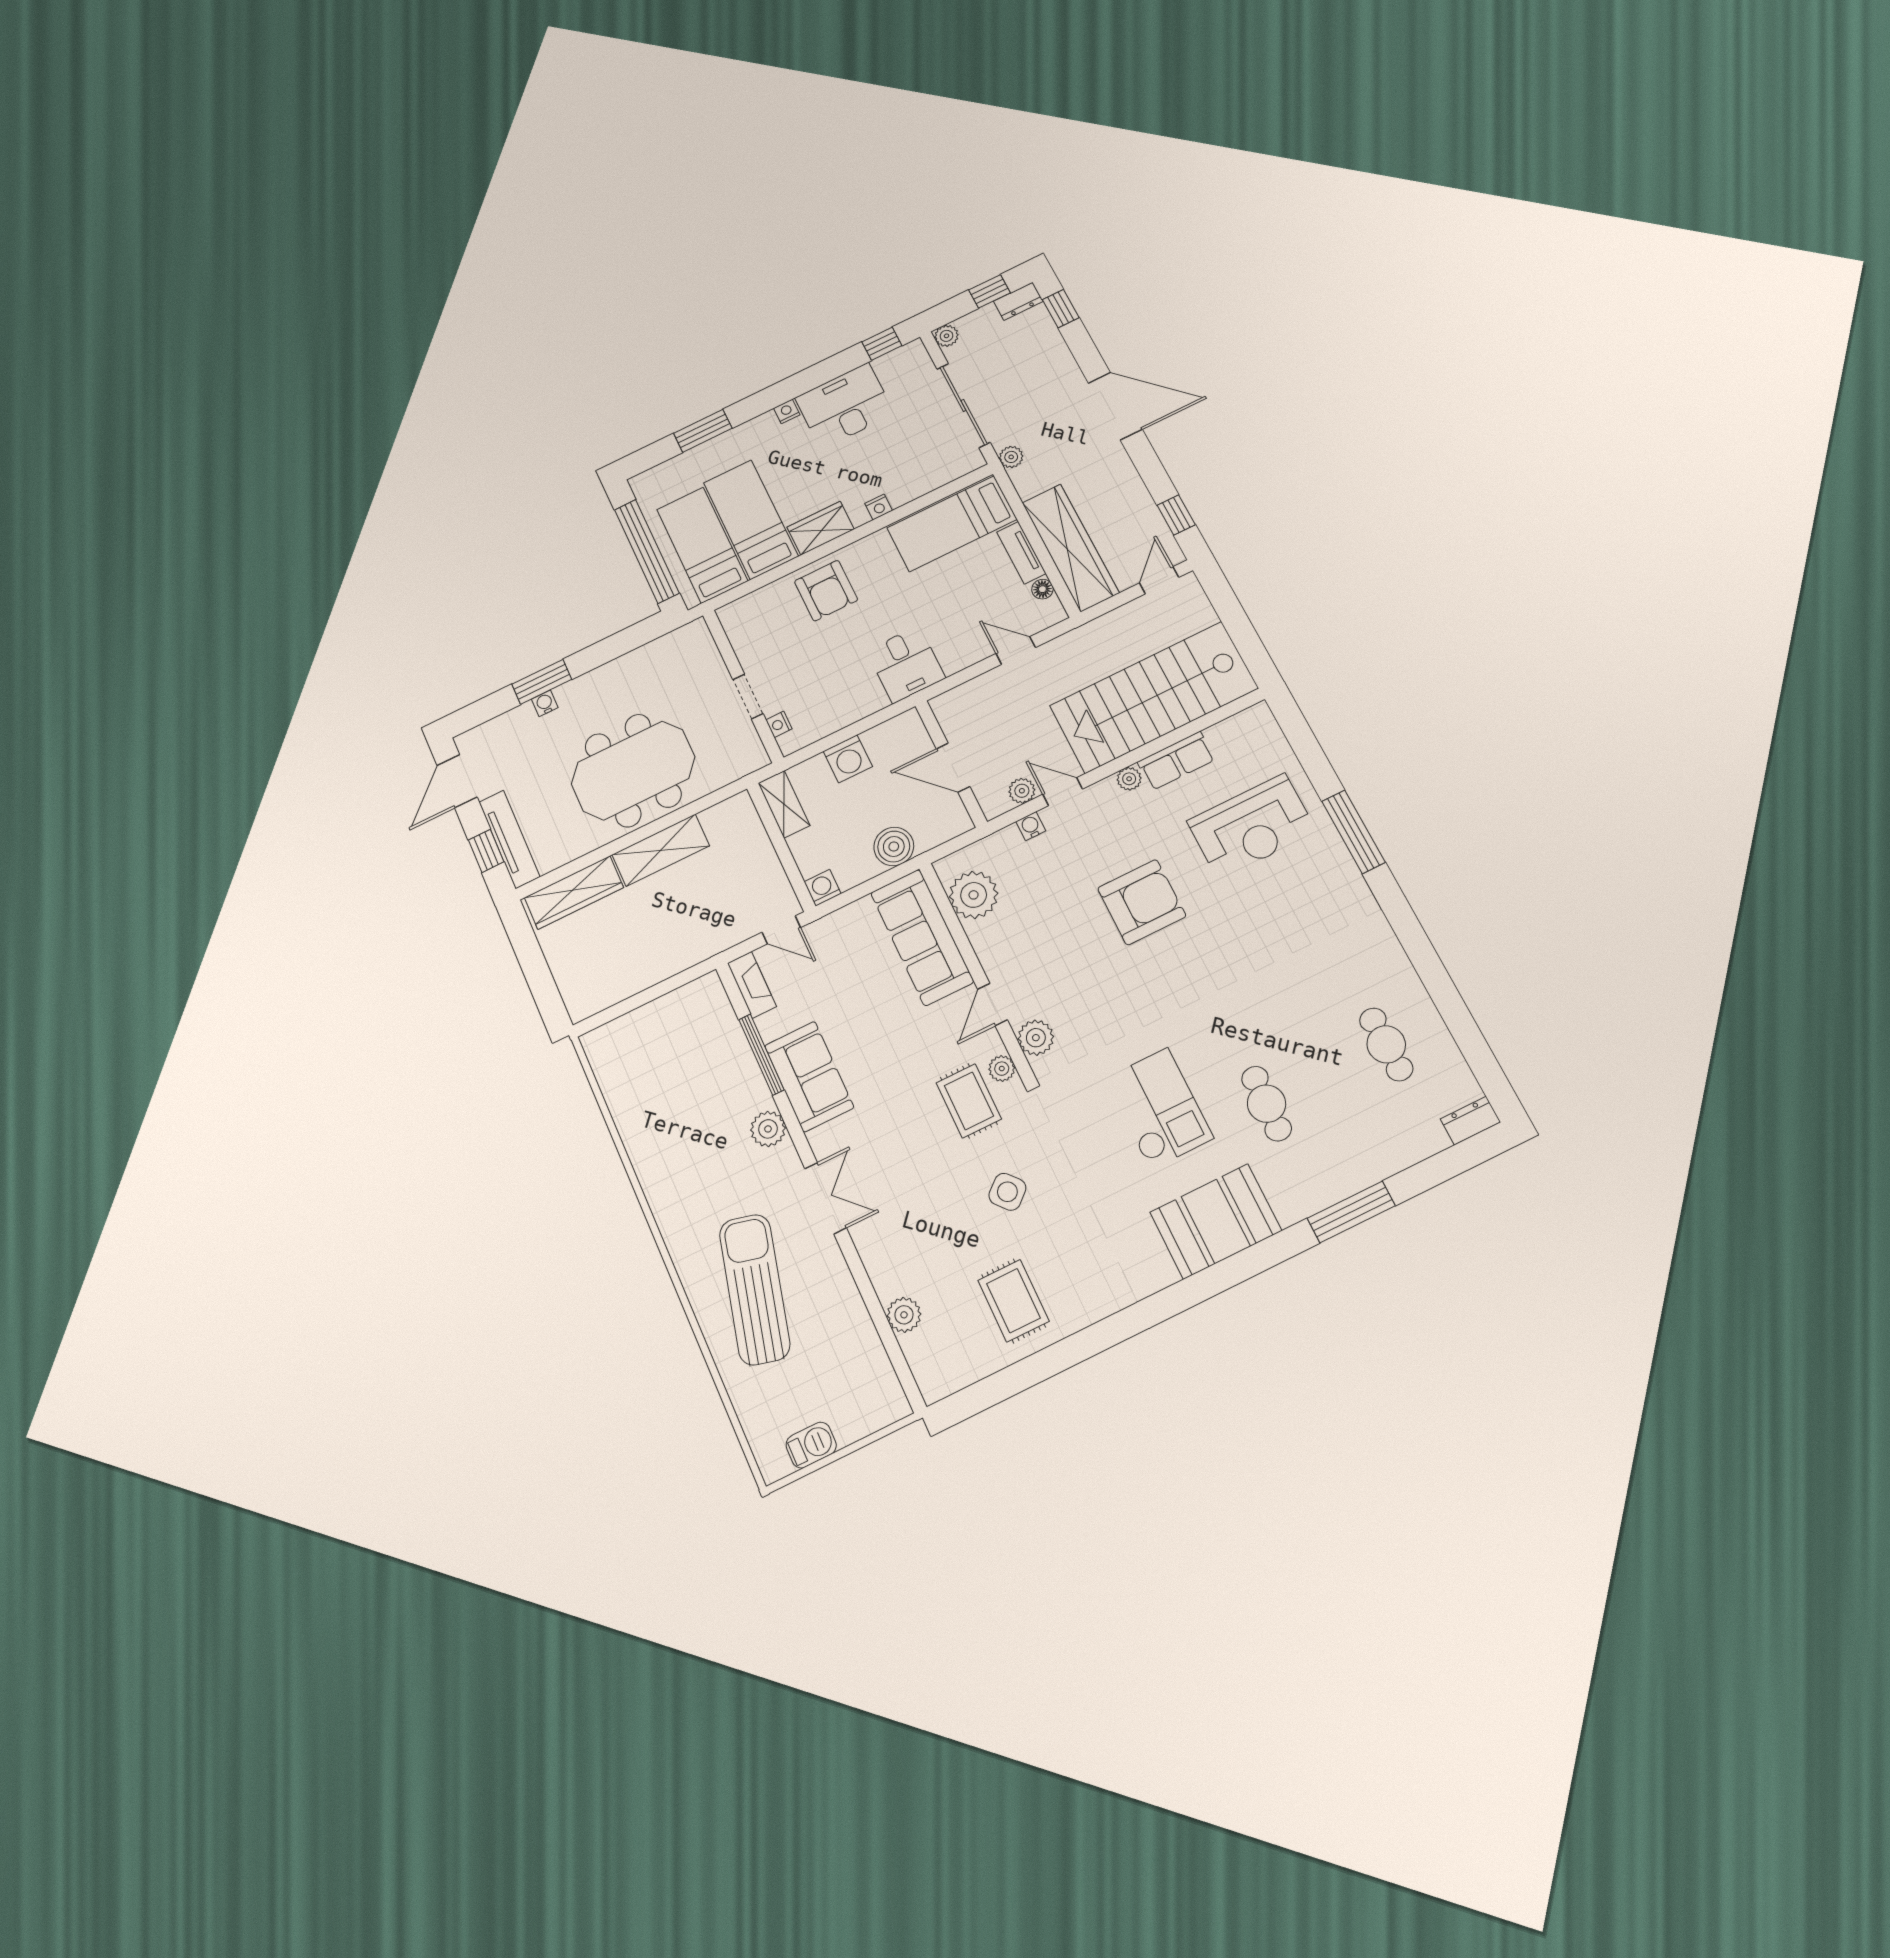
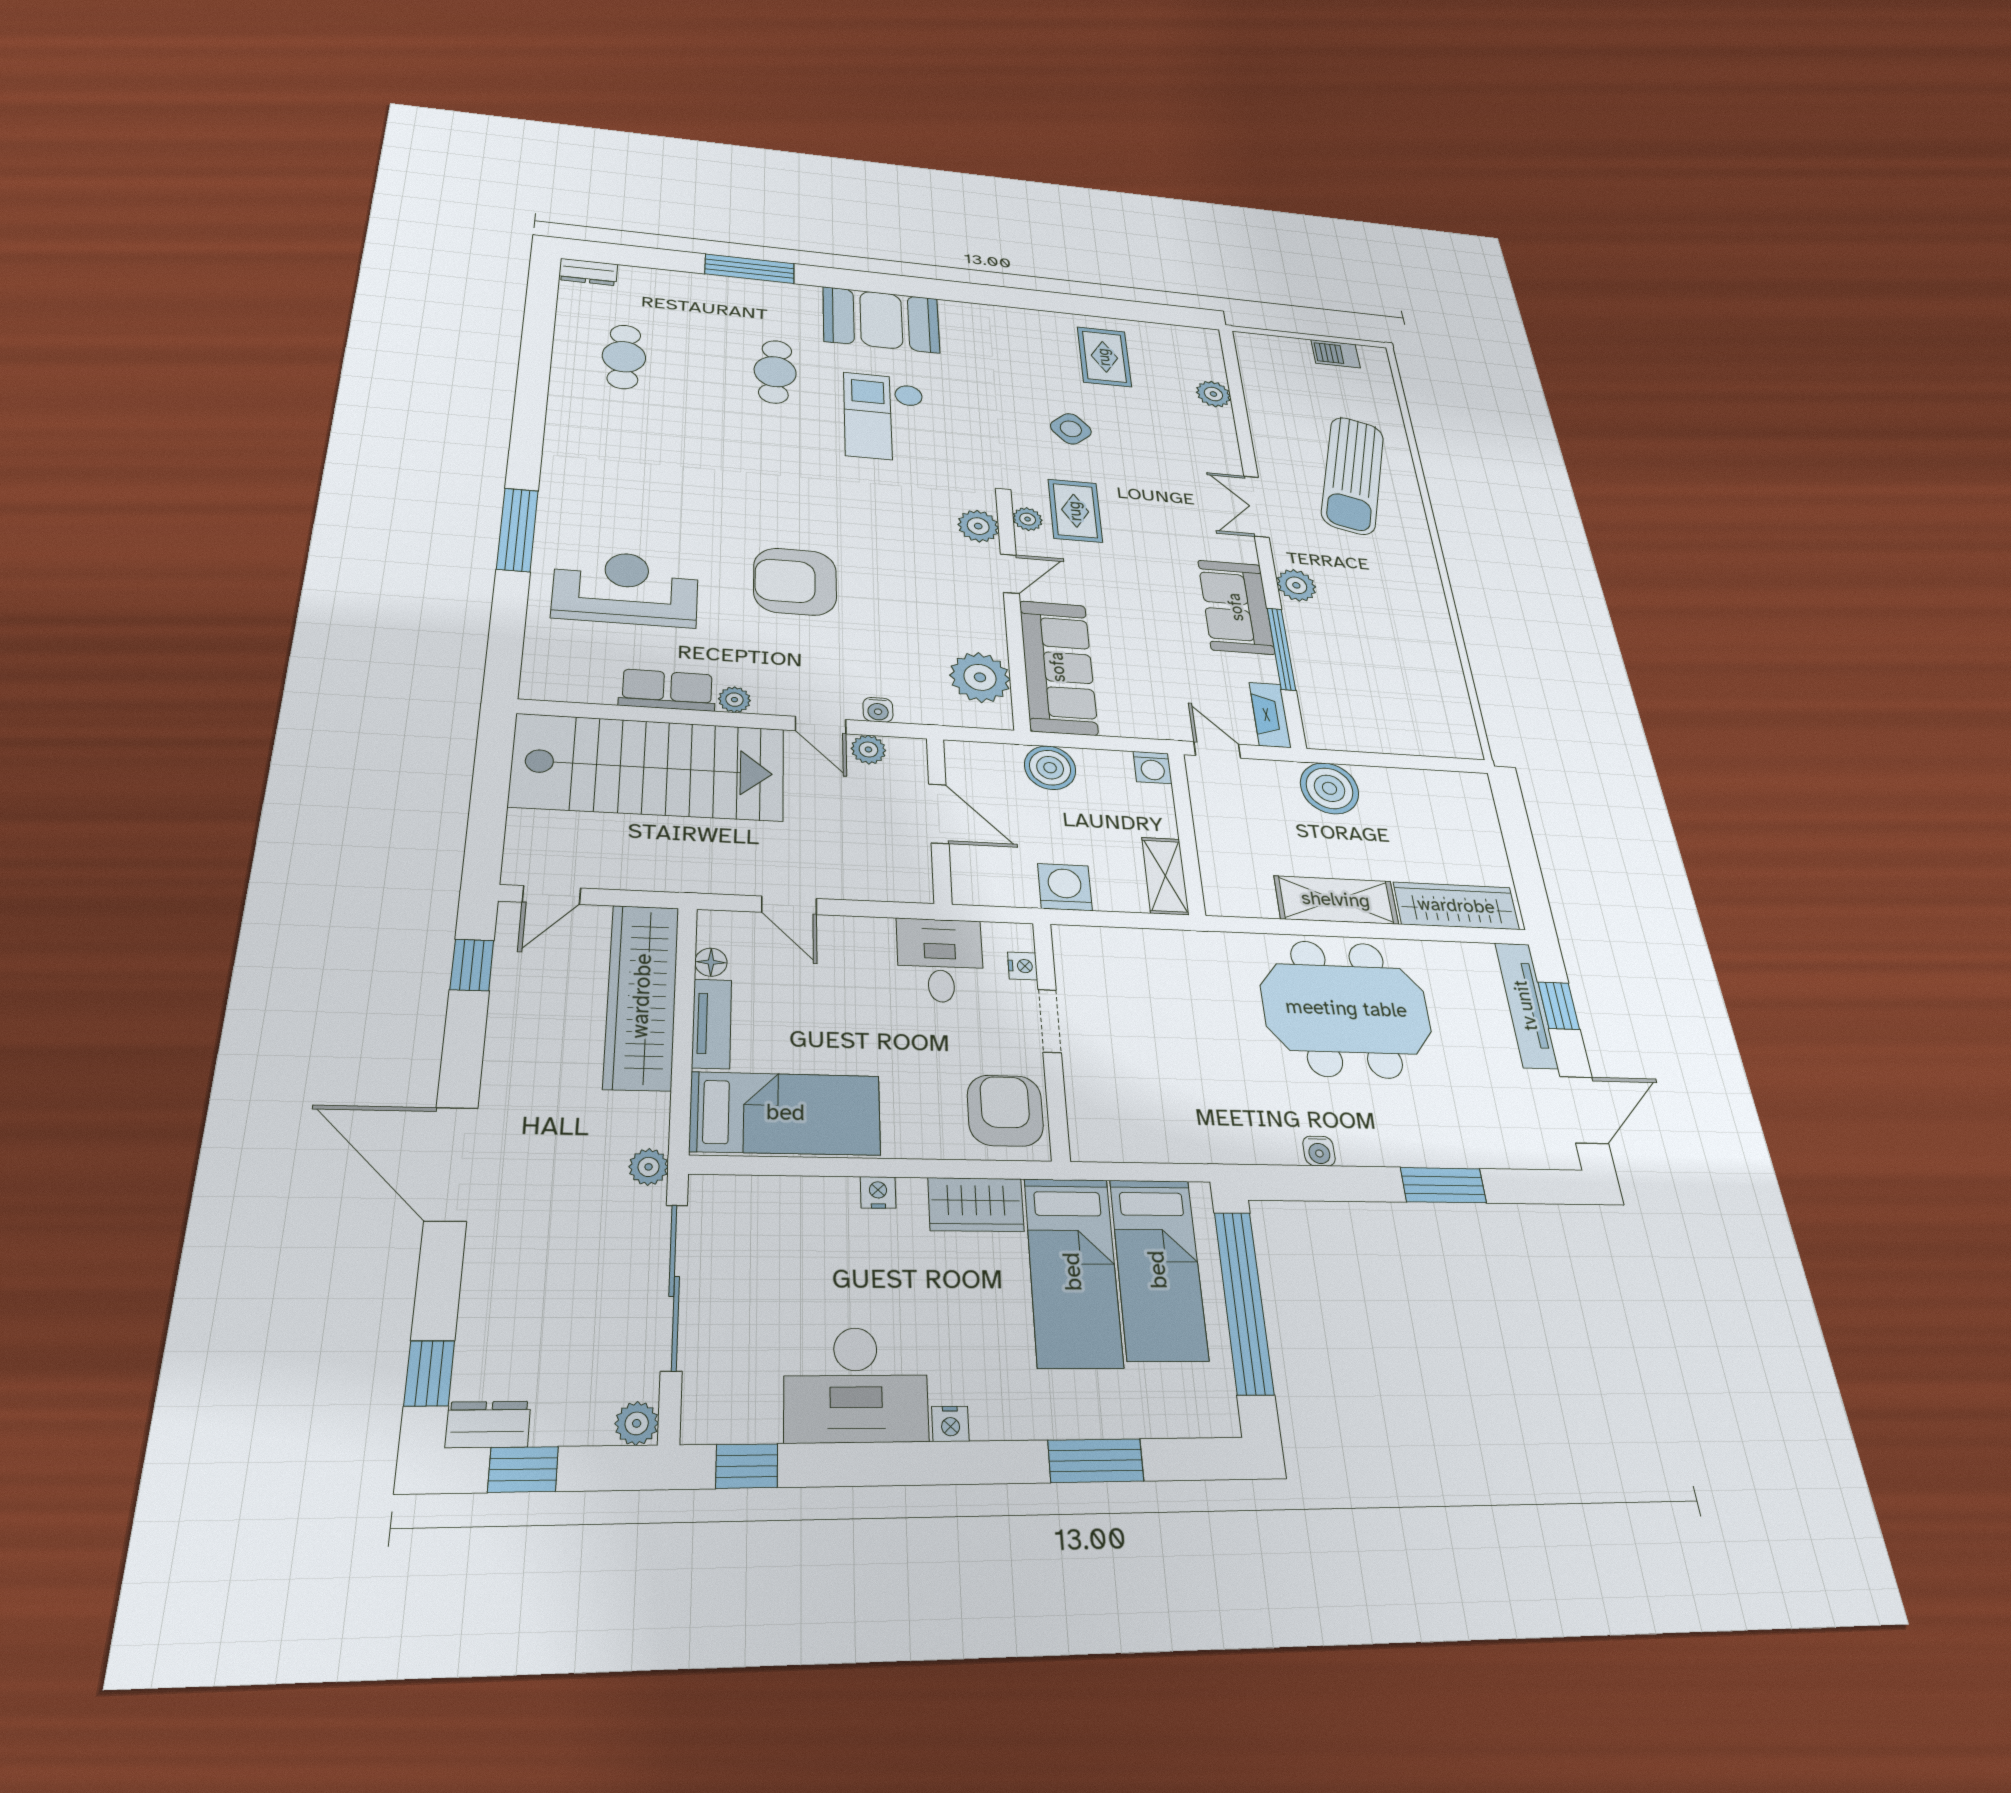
wall: (743, 686) -> (1051, 1038), moved
doorway: (748, 697) -> (1050, 1021), moved
water cooler: (545, 703) -> (1319, 1151), moved
nightstand: (779, 724) -> (1023, 966), moved
boiler: (689, 943) -> (1330, 788), added

